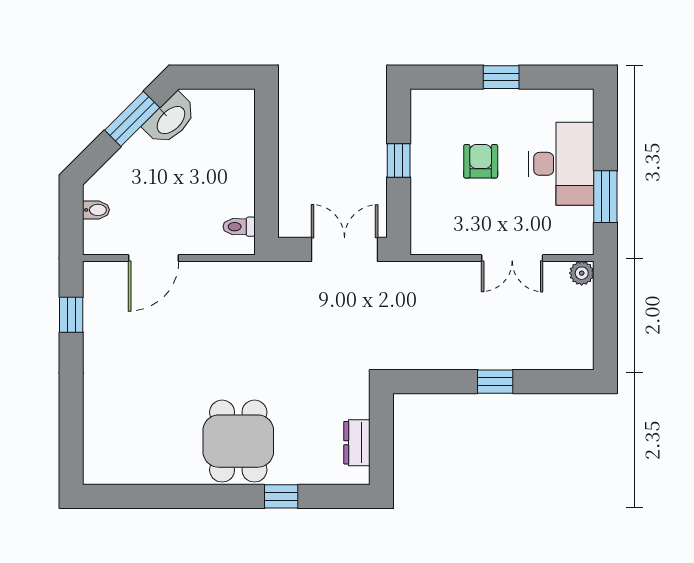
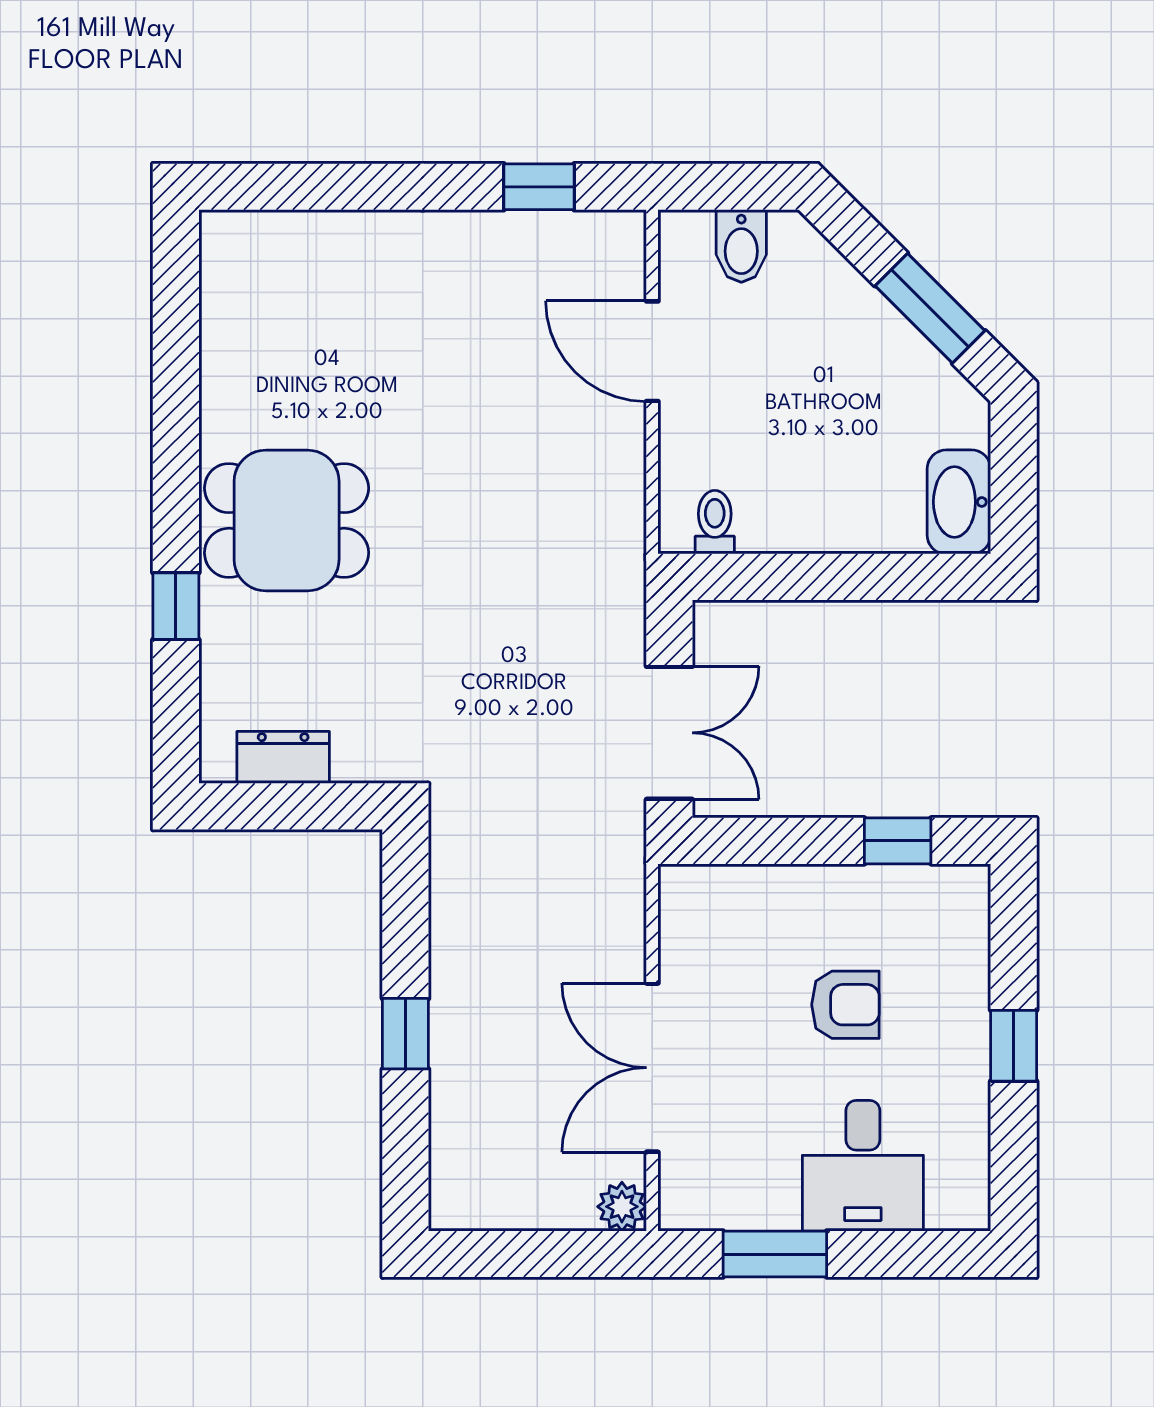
washbasin: (170, 119) -> (959, 502), moved, turned 45
window: (399, 160) -> (898, 841), moved
desk: (561, 164) -> (863, 1166), width x0.73
bidet: (96, 210) -> (741, 246), width x1.38, depth x1.36
double door: (512, 258) -> (652, 1068), width x1.37

